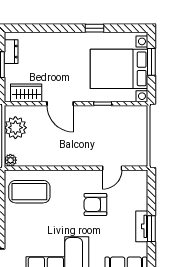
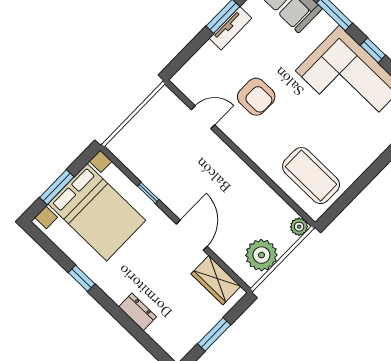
dresser: (11, 52) -> (137, 312), moved, turned 90

